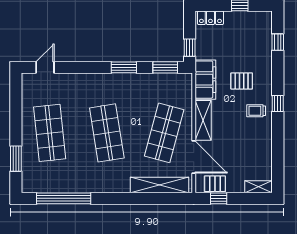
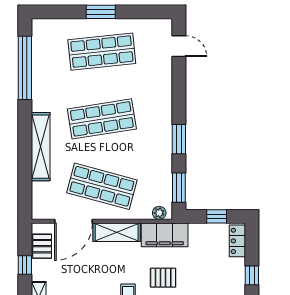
window: (190, 48) -> (217, 216), moved
pallet: (242, 81) -> (163, 278), turned 90
plant: (187, 84) -> (159, 213), added
window: (16, 159) -> (101, 12), moved
shelving: (159, 185) -> (41, 147), moved
window: (219, 198) -> (25, 265), moved

